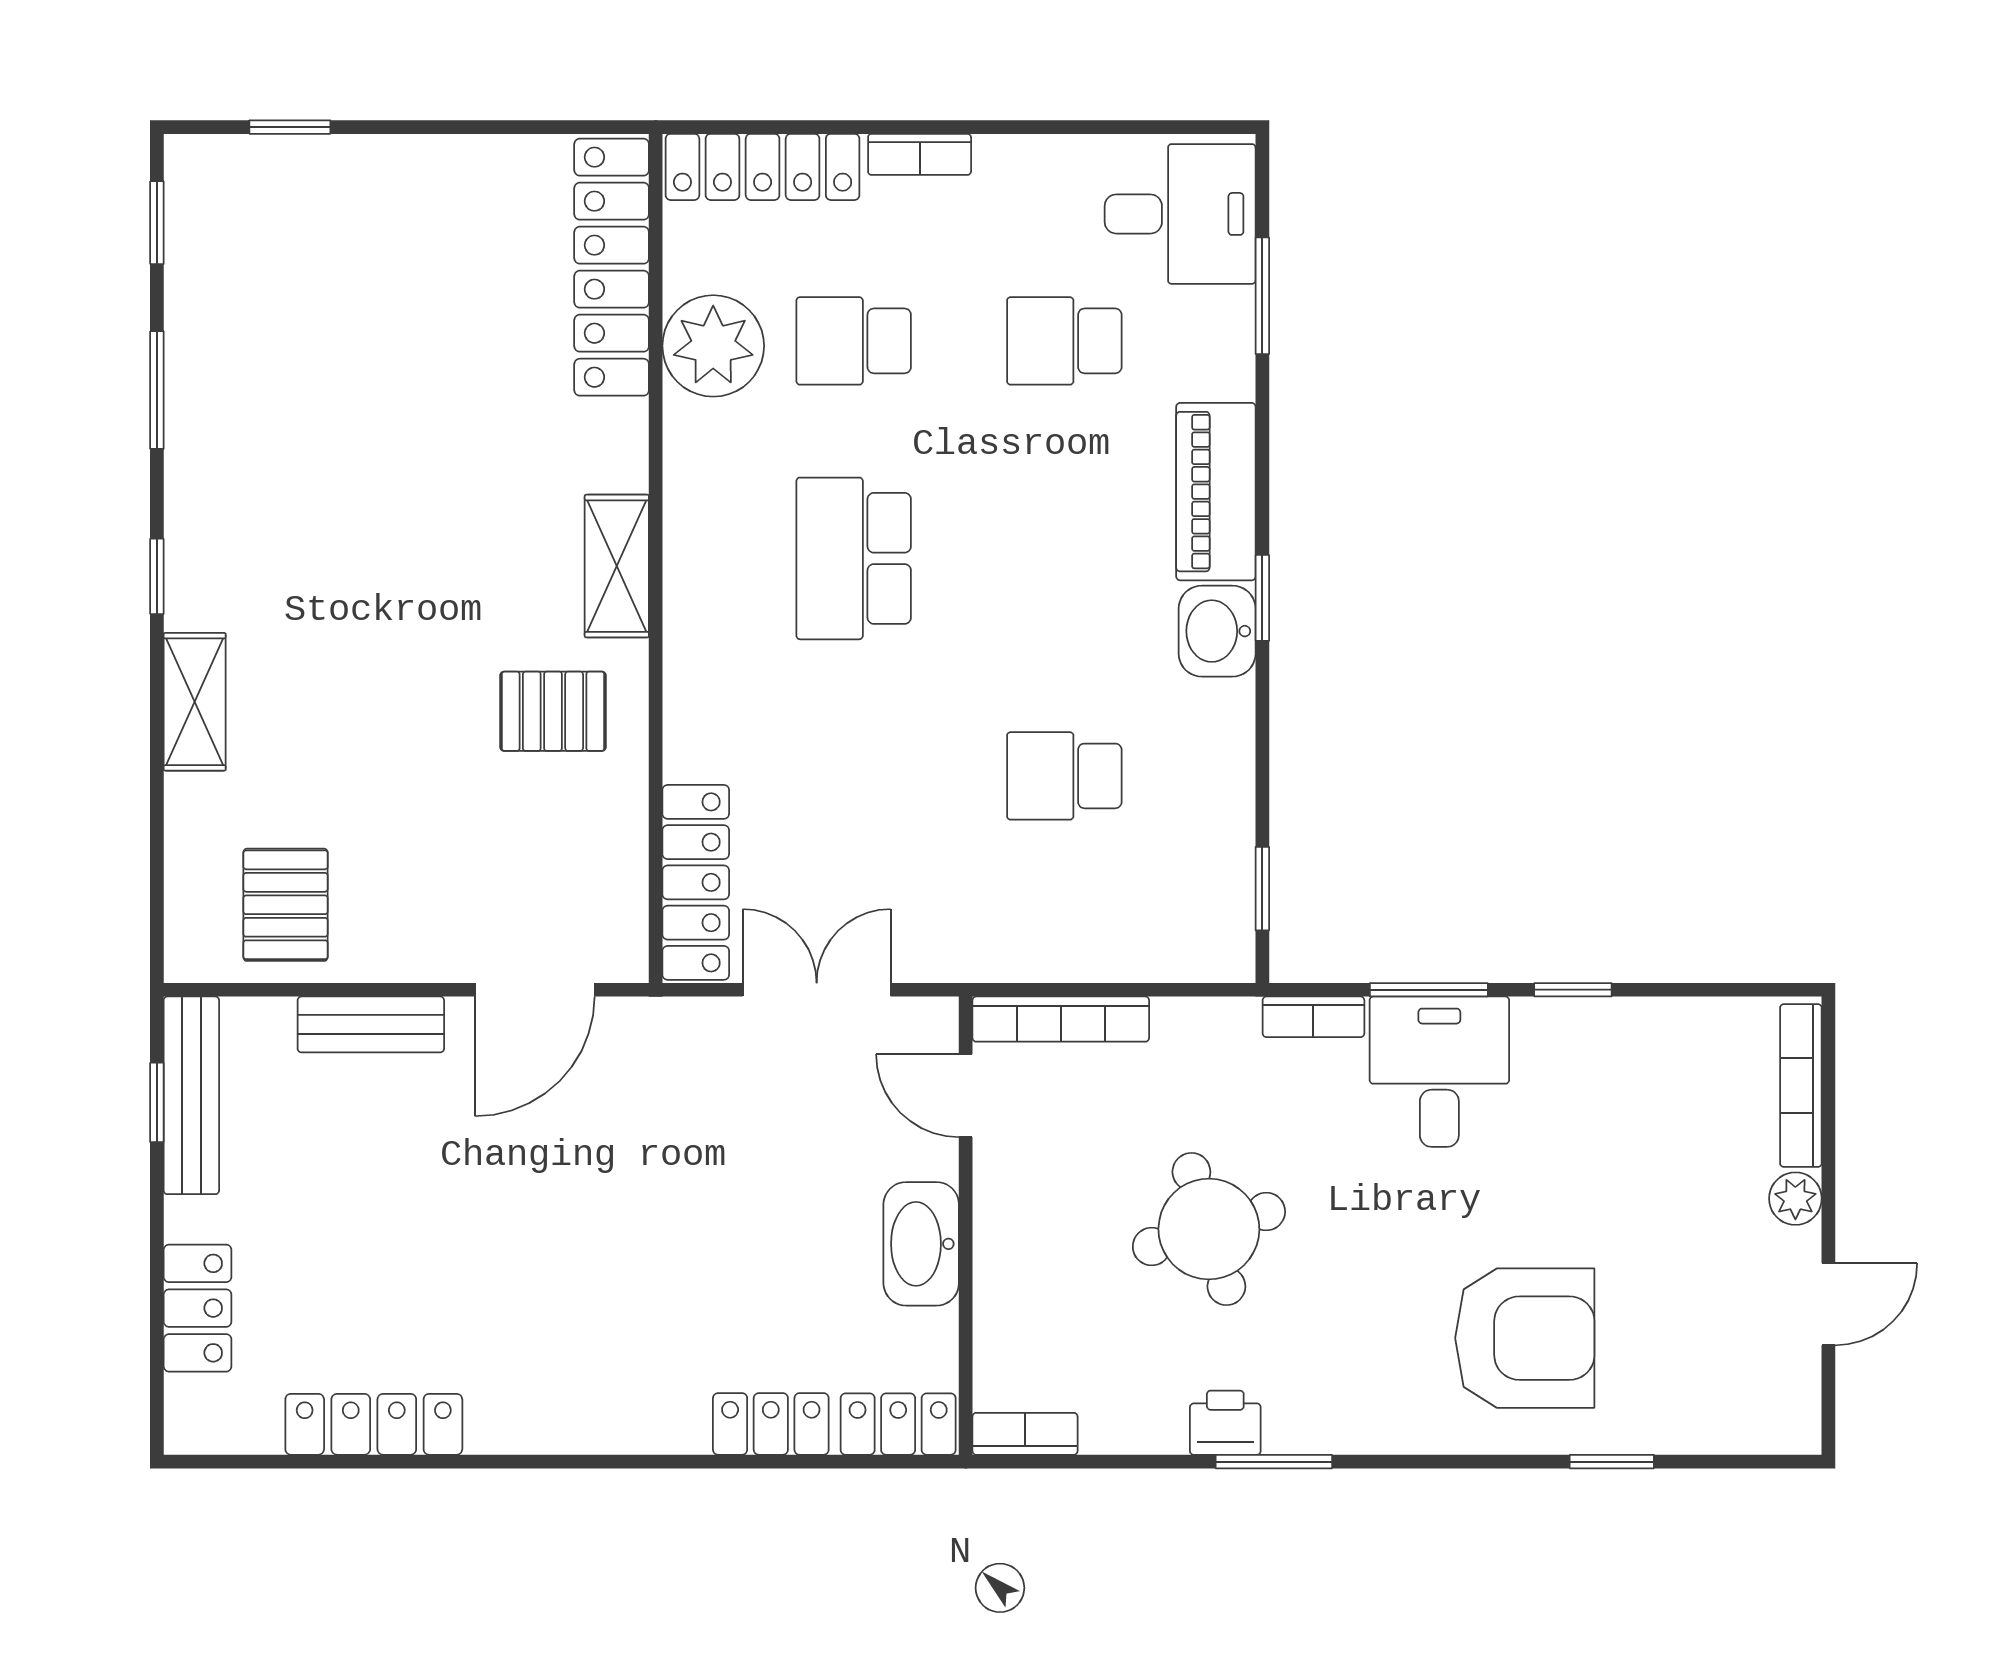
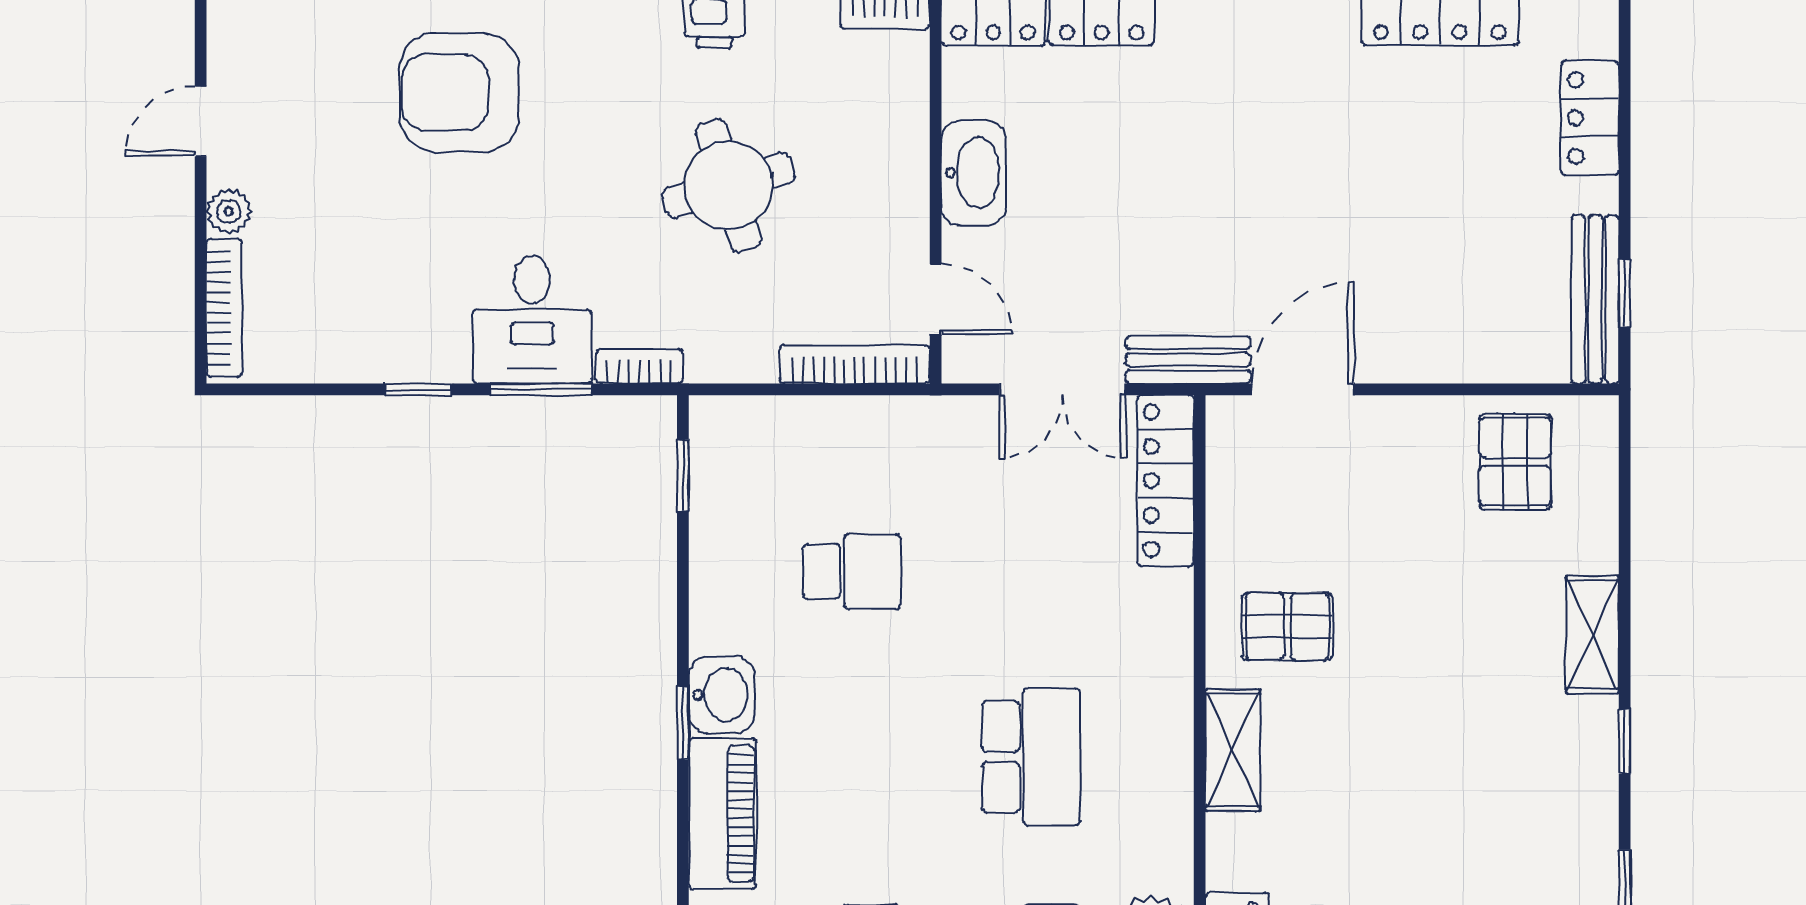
bench: (371, 1024) -> (1188, 360), moved

